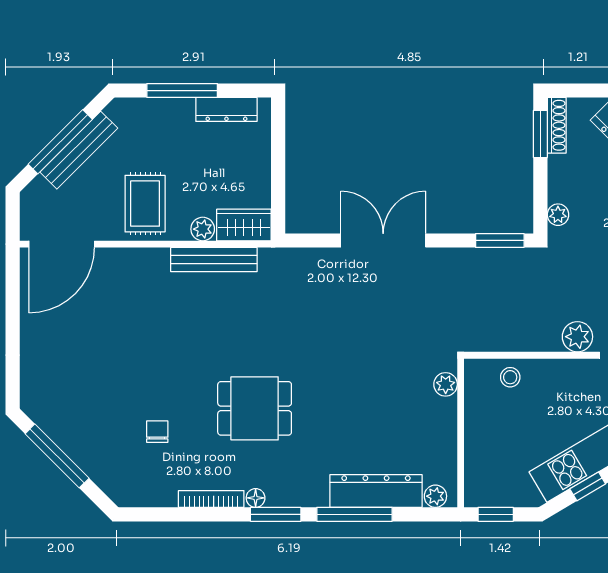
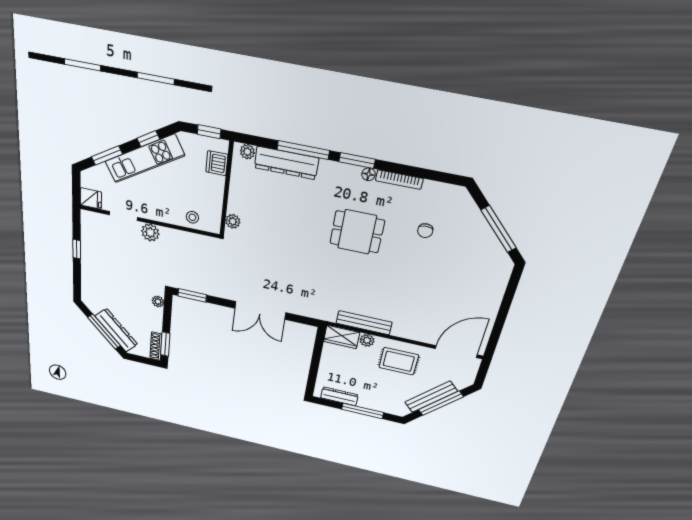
rug: (145, 204) -> (399, 361), turned 90
dishwasher: (479, 470) -> (217, 163), added

